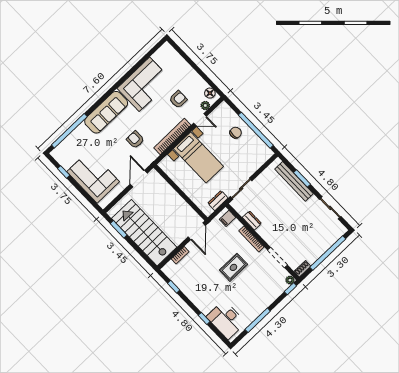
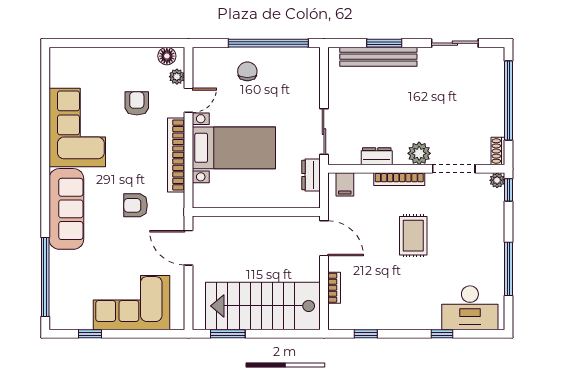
plant: (270, 237) -> (419, 153), added

